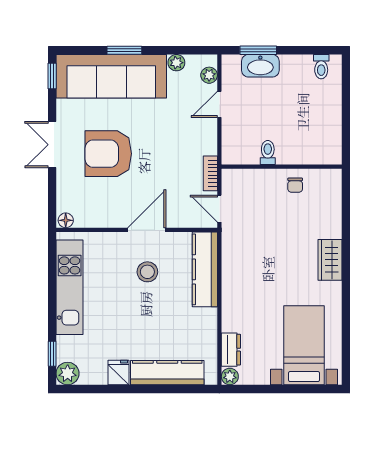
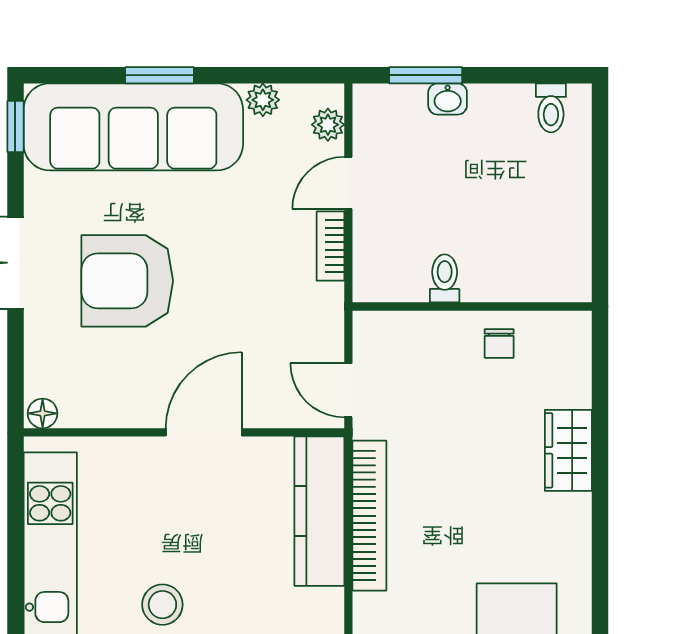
washbasin: (260, 66) -> (448, 99), width x0.52, depth x0.69
bookcase: (210, 173) -> (330, 246), moved
wardrobe: (330, 260) -> (568, 450), moved
stool: (147, 272) -> (162, 605), moved
bookcase: (230, 272) -> (369, 516), added

